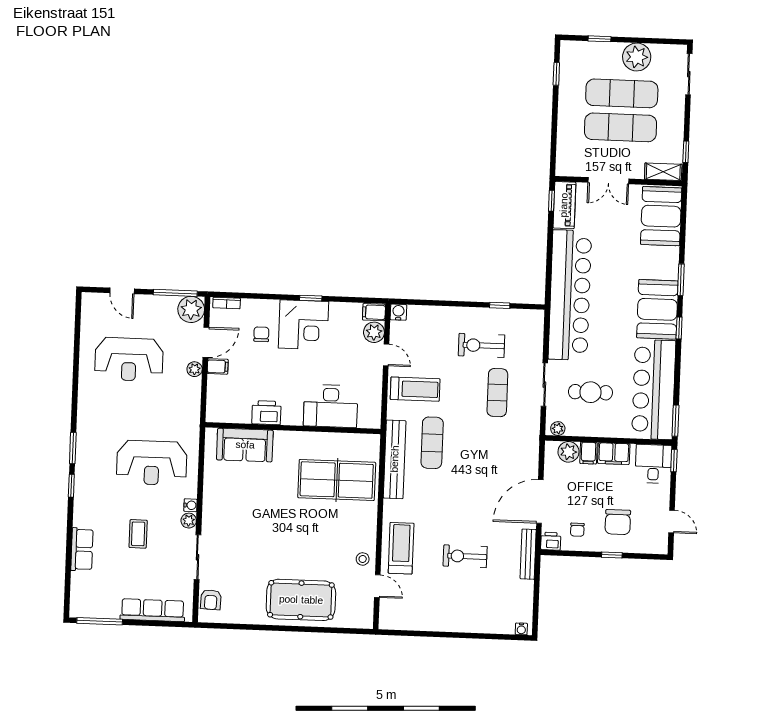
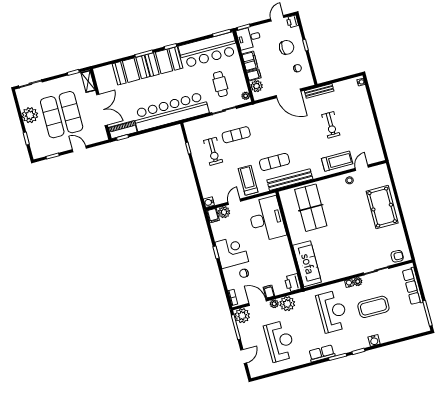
door: (554, 123) -> (79, 149), added
double door: (608, 181) -> (102, 110), width x1.37
booth: (661, 216) -> (131, 70), moved
plant: (188, 391) -> (287, 304), added
desk: (331, 406) -> (267, 219), width x1.36, depth x1.30
printer: (266, 413) -> (293, 283), moved
sofa: (245, 445) -> (307, 264), width x1.36
water cooler: (82, 518) -> (374, 340), added
coffee table: (138, 534) -> (373, 307), width x1.86, depth x1.72
printer: (551, 541) -> (292, 21), moved
treadmill: (401, 548) -> (337, 161), turned 180
row of seats: (82, 549) -> (322, 353), moved

